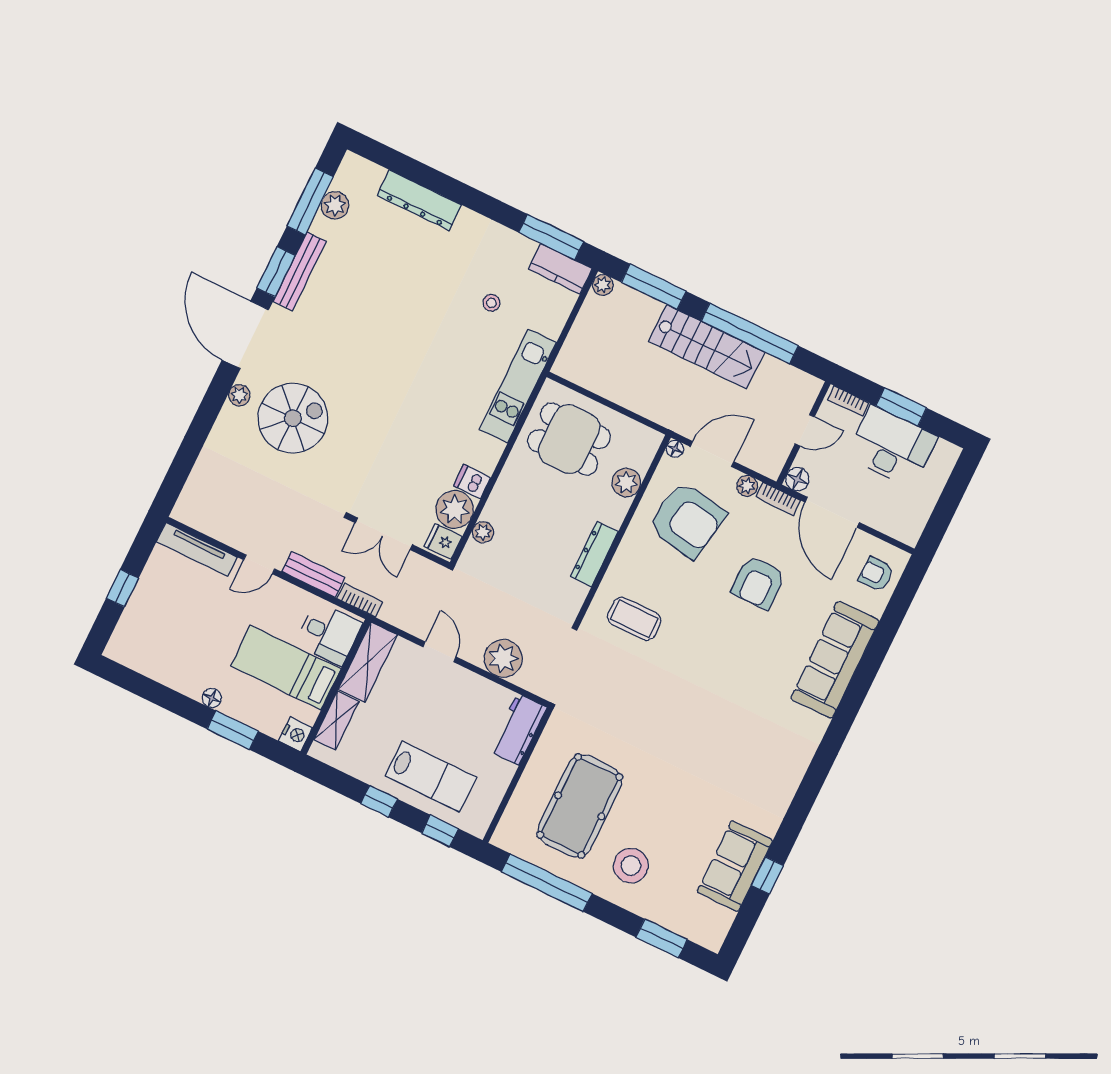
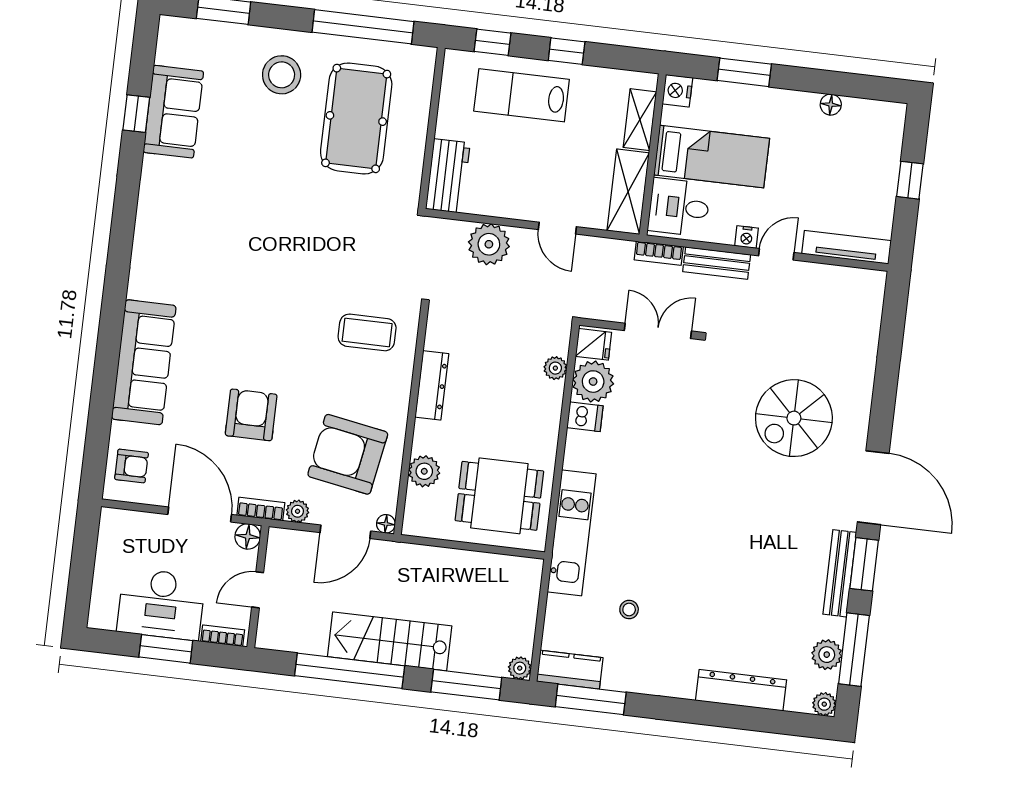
plant: (239, 395) -> (824, 704), moved
nightstand: (280, 588) -> (747, 237), added
floor lamp: (212, 698) -> (831, 105), moved

